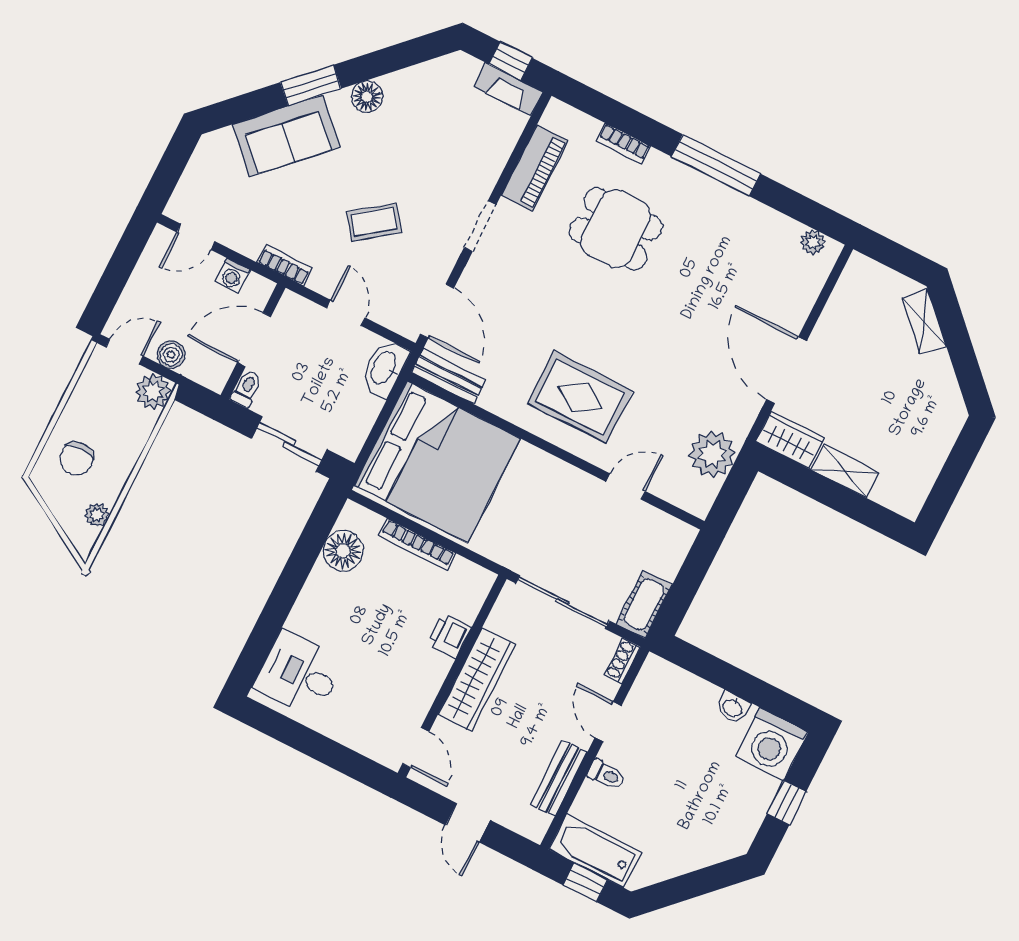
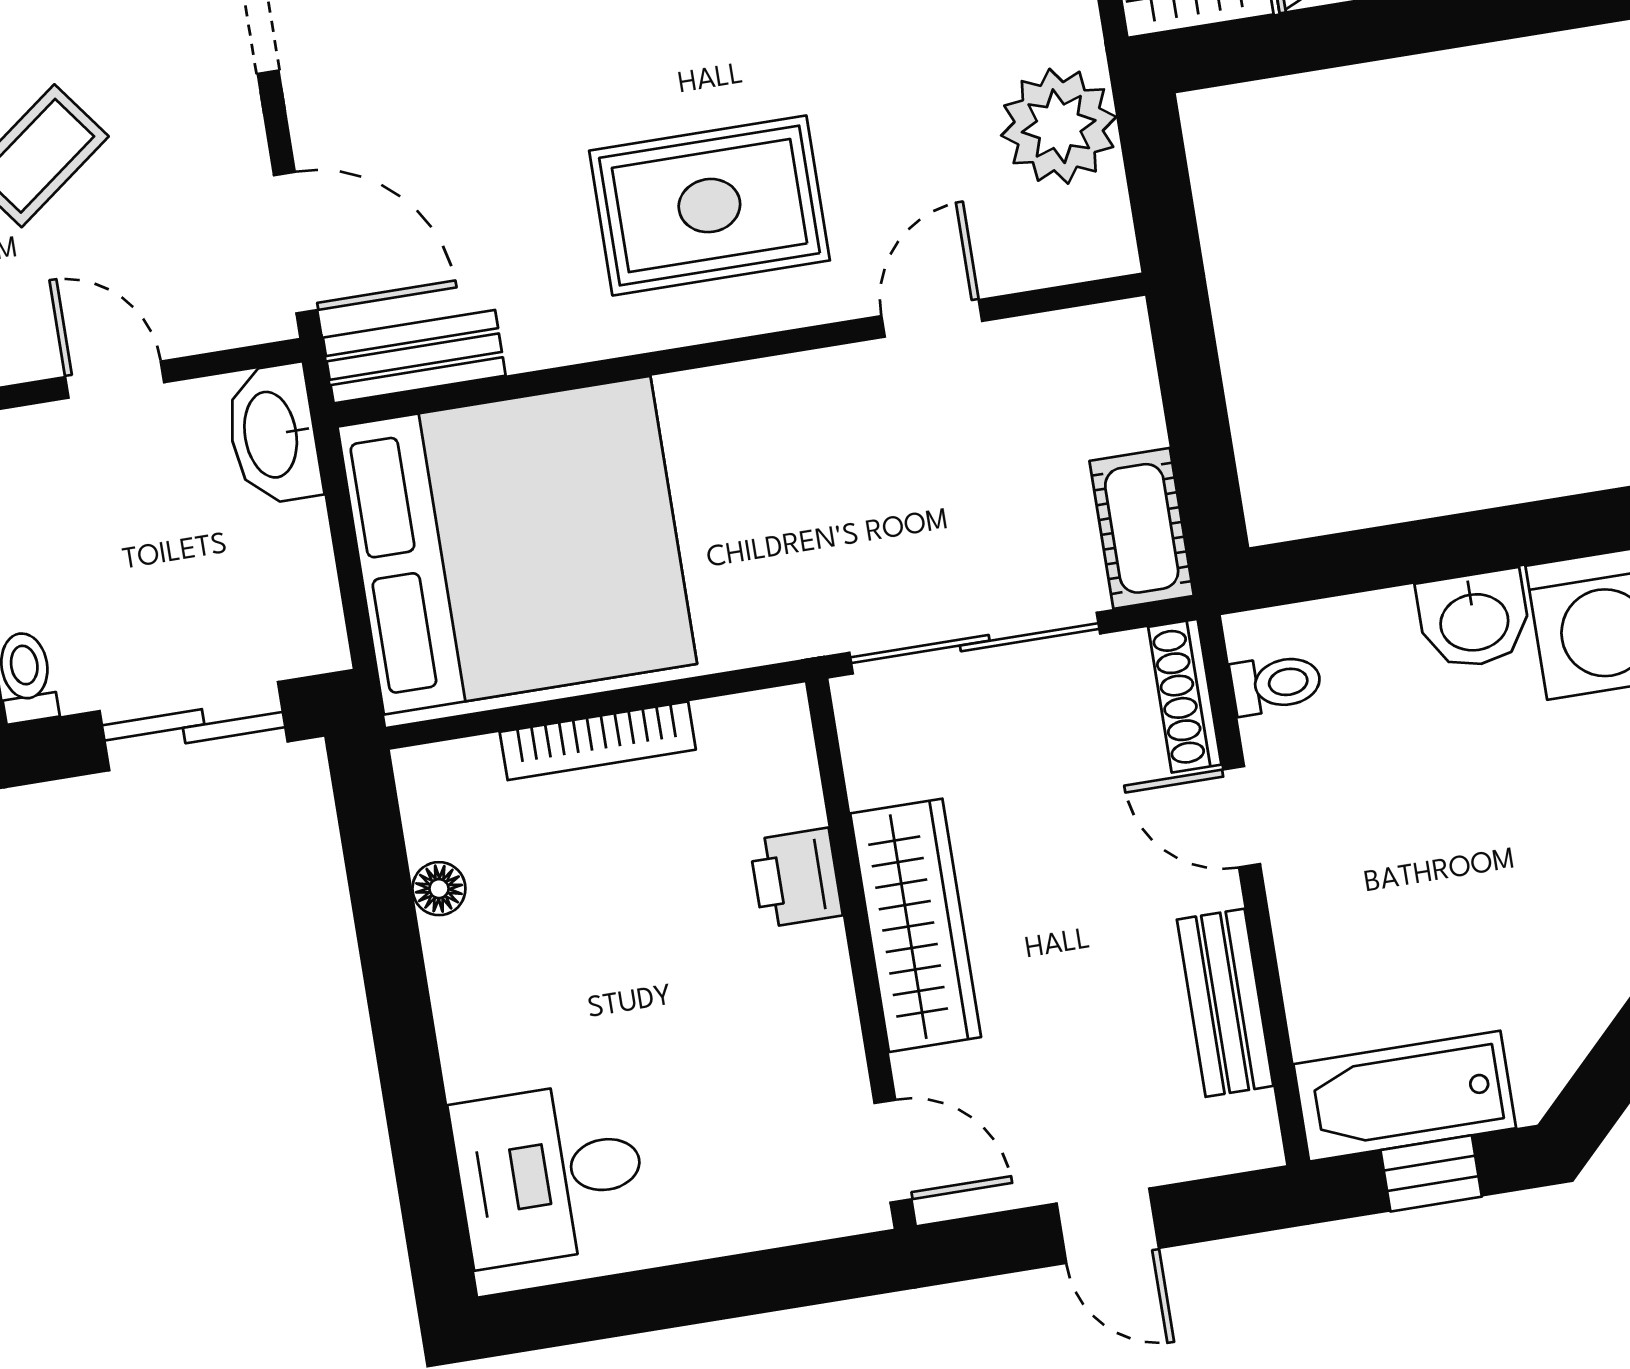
floor lamp: (343, 551) -> (439, 889), width x0.53, depth x0.53
shoe rack: (622, 661) -> (1185, 696), width x1.43
washbasin: (733, 708) -> (1474, 620), width x1.38, depth x1.45
toilet: (606, 775) -> (1276, 684), moved

